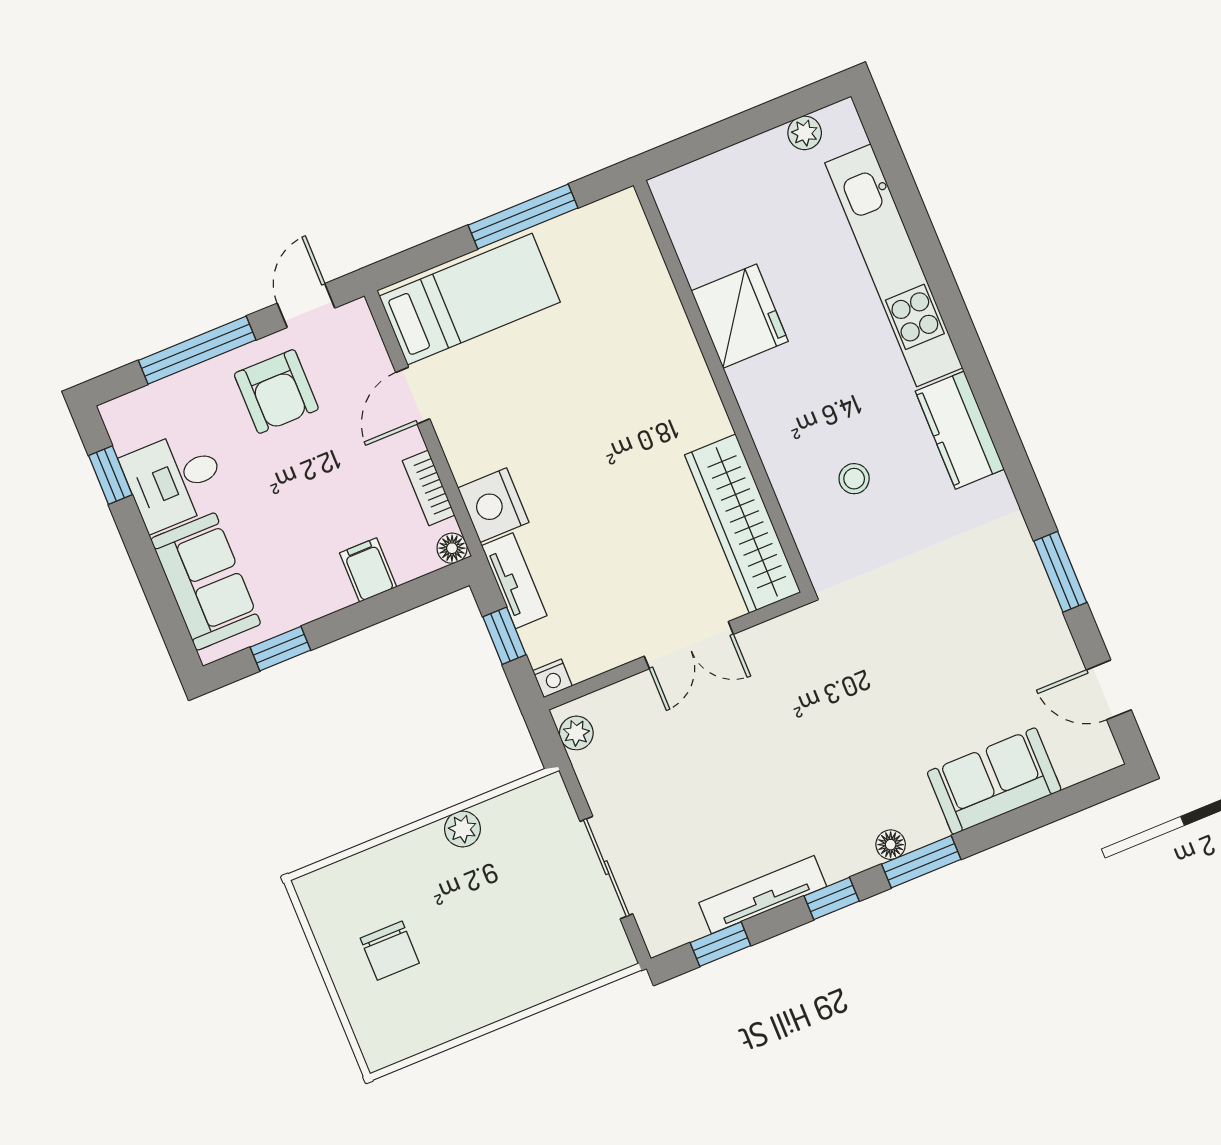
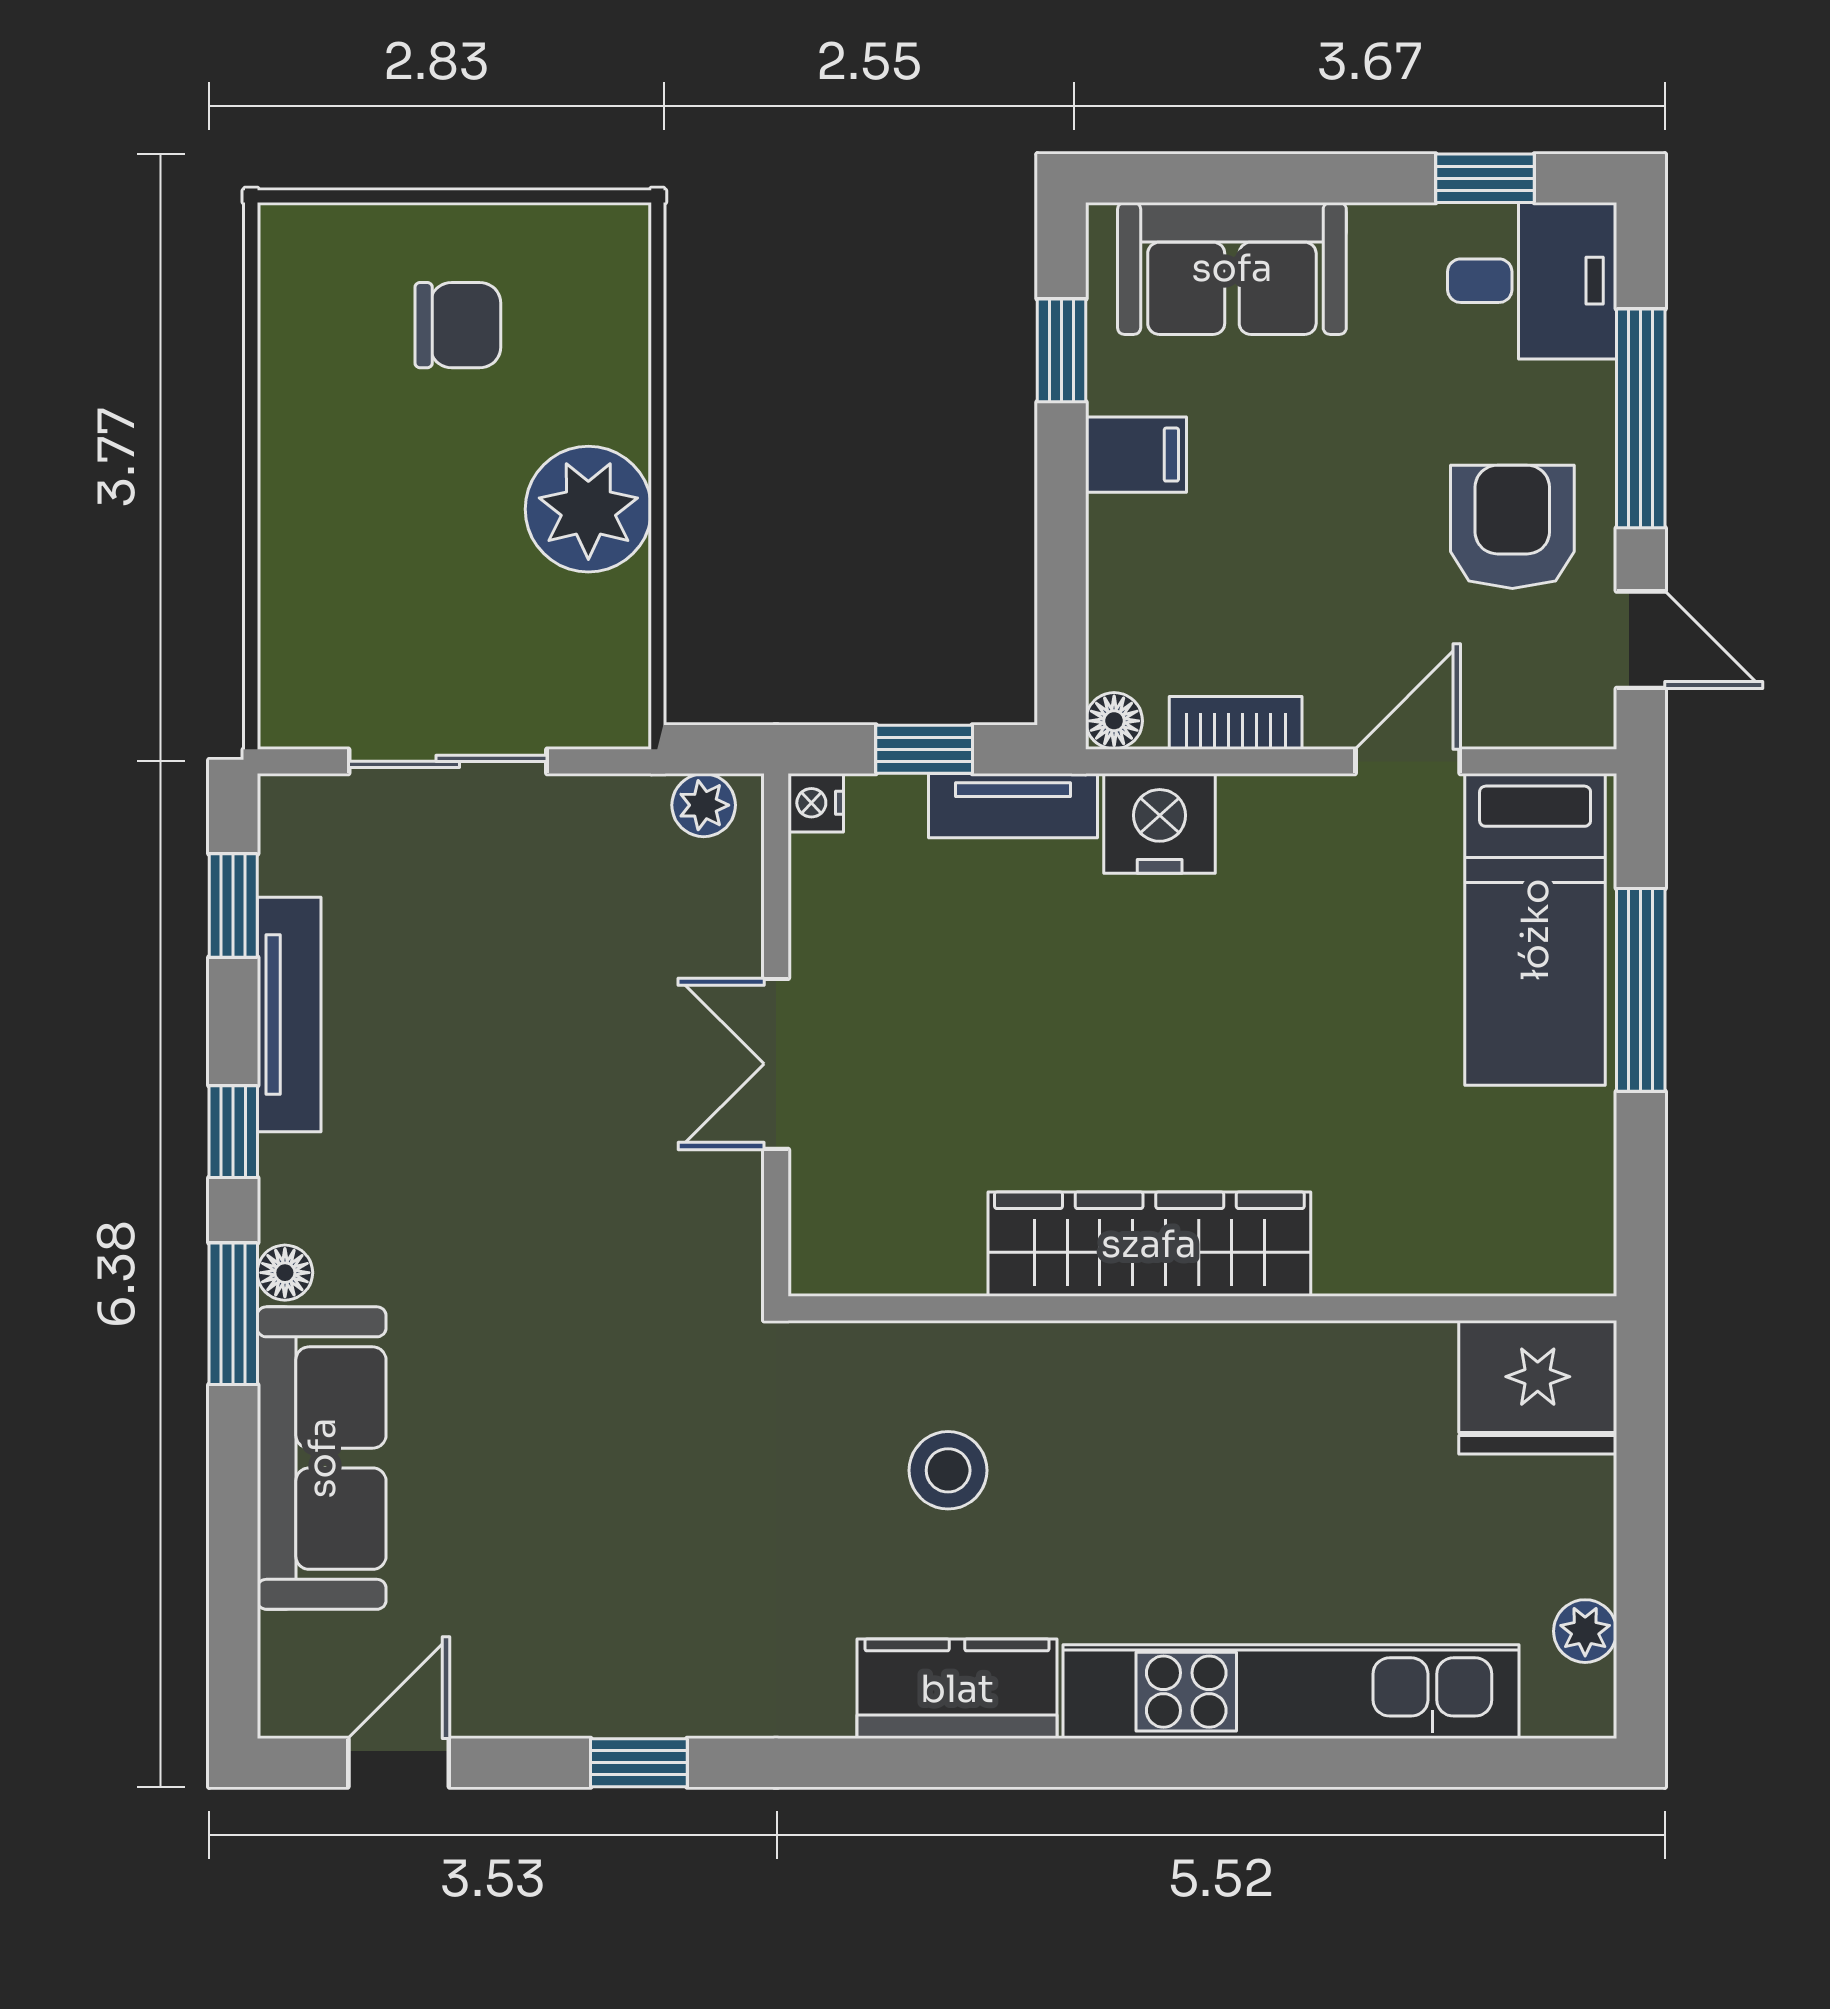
window: (523, 216) -> (1641, 990), moved
fridge: (740, 316) -> (1538, 1387), moved
armchair: (276, 391) -> (1512, 527), turned 90
door: (413, 396) -> (1408, 761), hinge flipped
stool: (854, 479) -> (948, 1470), width x1.37, depth x1.37
desk: (175, 480) -> (1532, 281), moved, turned 90
wardrobe: (743, 524) -> (1149, 1244), moved
filing cabinet: (368, 570) -> (1136, 455), moved
window: (1060, 572) -> (639, 1763), width x0.67
sofa: (994, 781) -> (322, 1458), width x1.36
plant: (462, 829) -> (588, 509), width x1.88, depth x1.88
chair: (390, 951) -> (458, 325), turned 180

